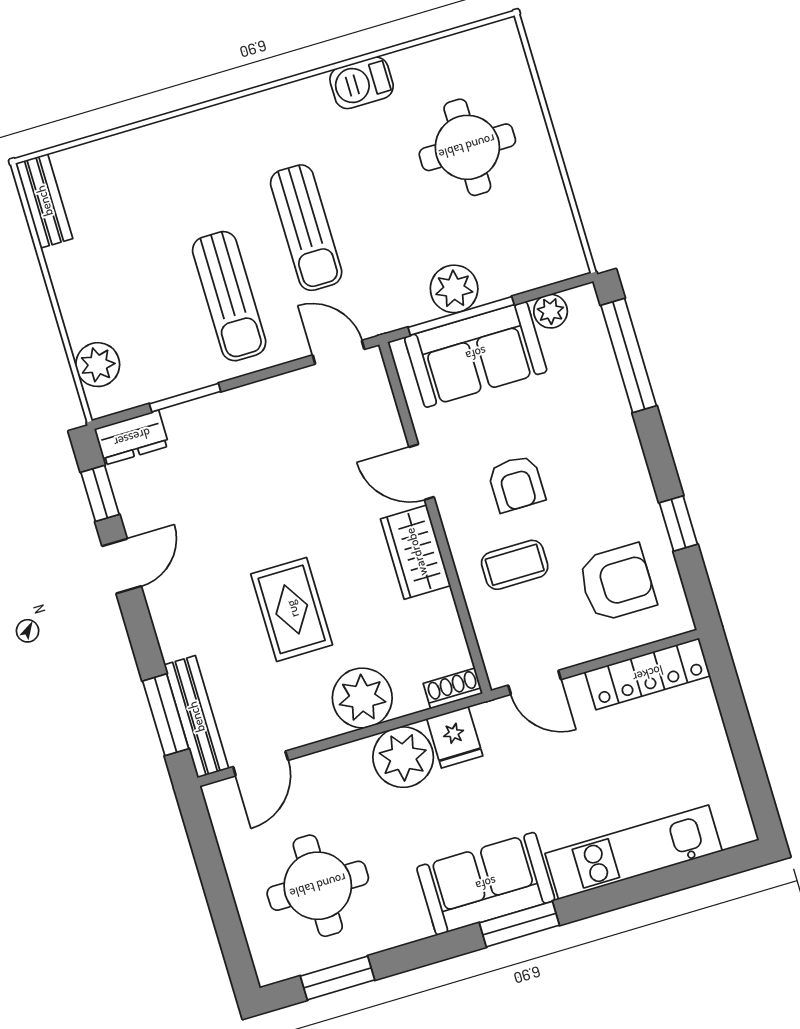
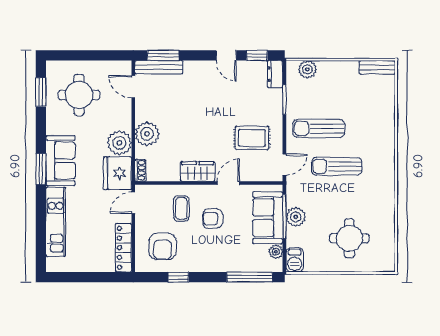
barbecue: (362, 83) -> (295, 260), moved, turned 180
rug: (292, 609) -> (252, 138), moved
fridge: (455, 737) -> (118, 173), width x1.88, depth x1.34

